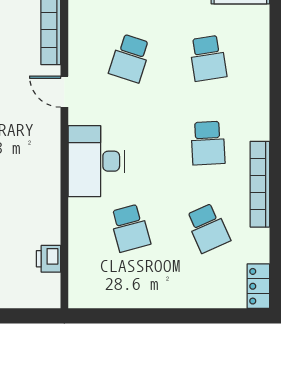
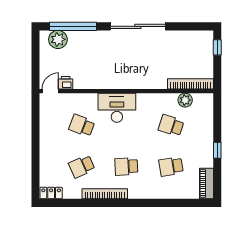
plant: (82, 31) -> (185, 100), added
door: (64, 92) -> (50, 91), moved
school desk: (130, 228) -> (82, 125), turned 36

